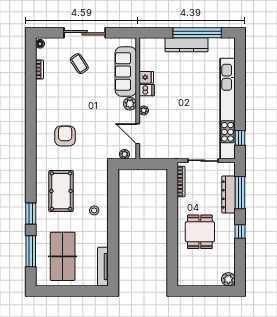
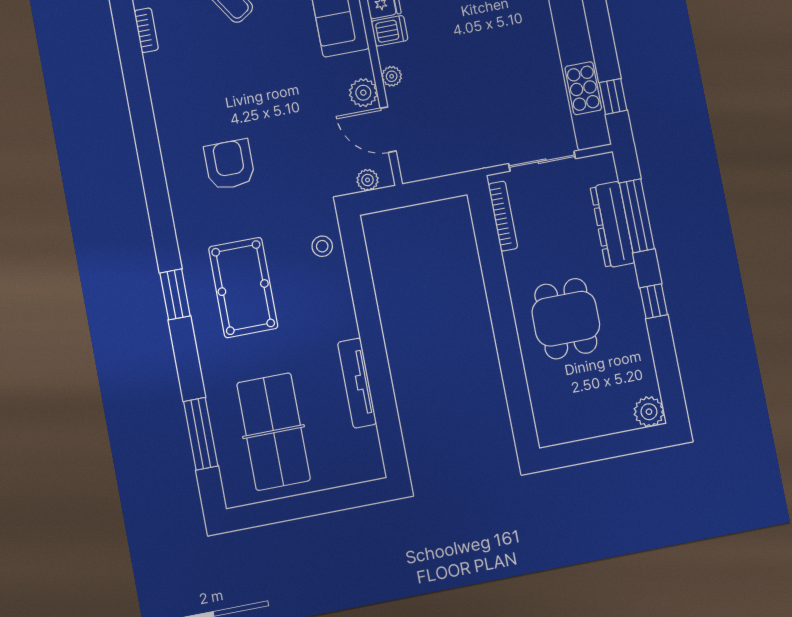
plant: (130, 104) -> (363, 93), moved
stool: (94, 210) -> (322, 246), moved
window: (31, 214) -> (175, 294), moved
tv unit: (103, 267) -> (357, 383), moved

